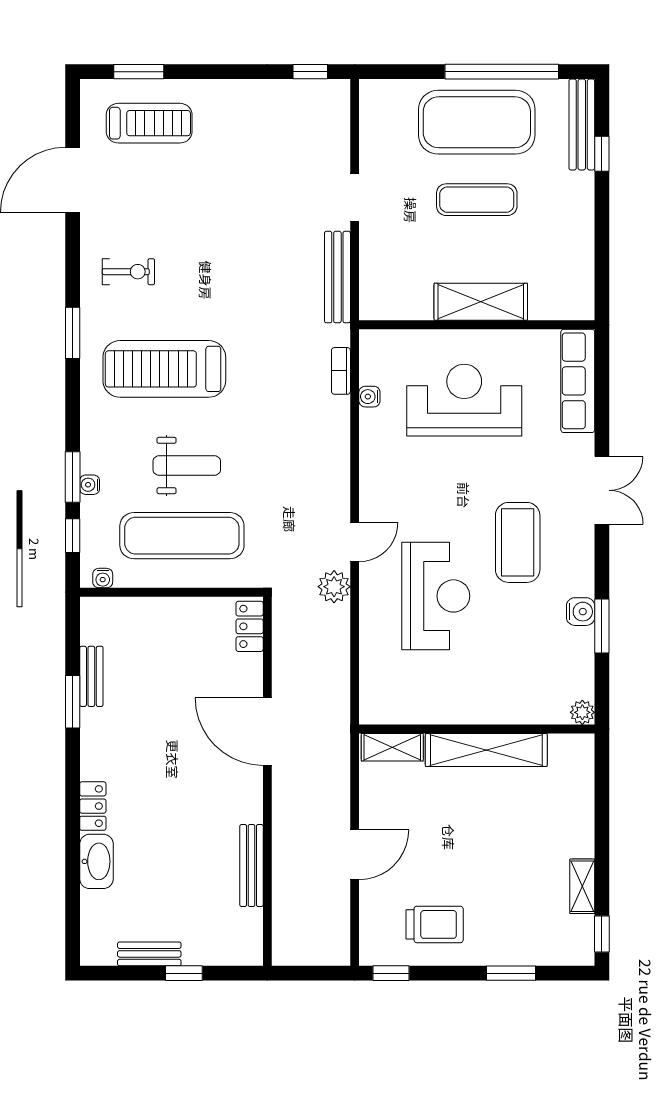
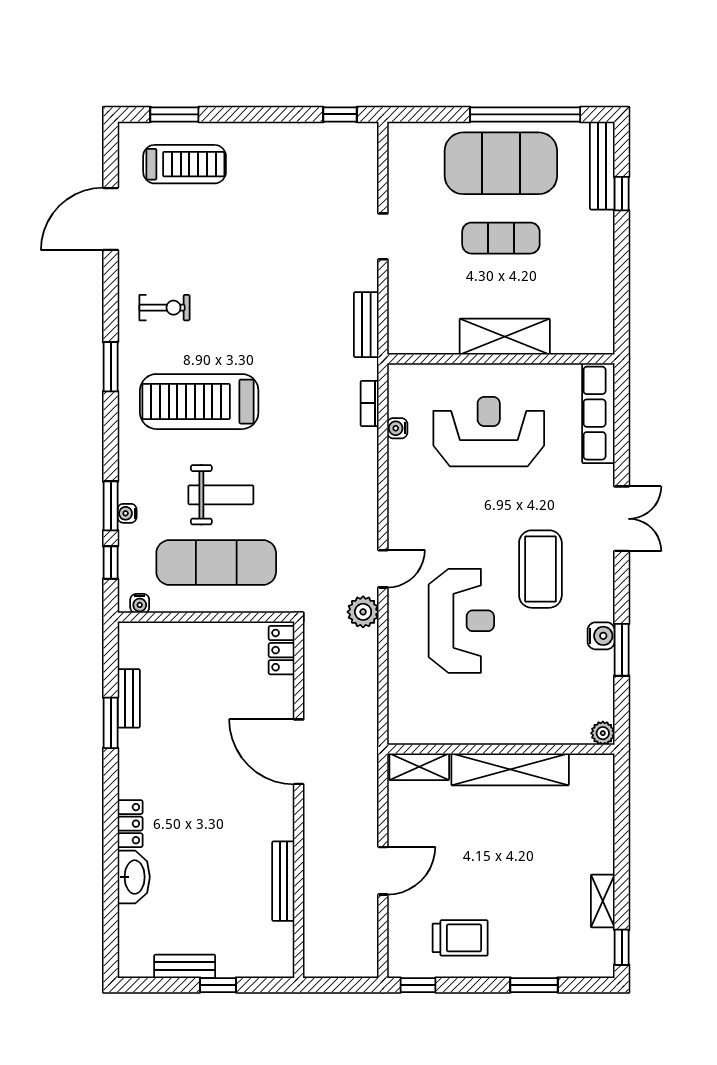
bench: (337, 277) -> (366, 325), width x0.73

